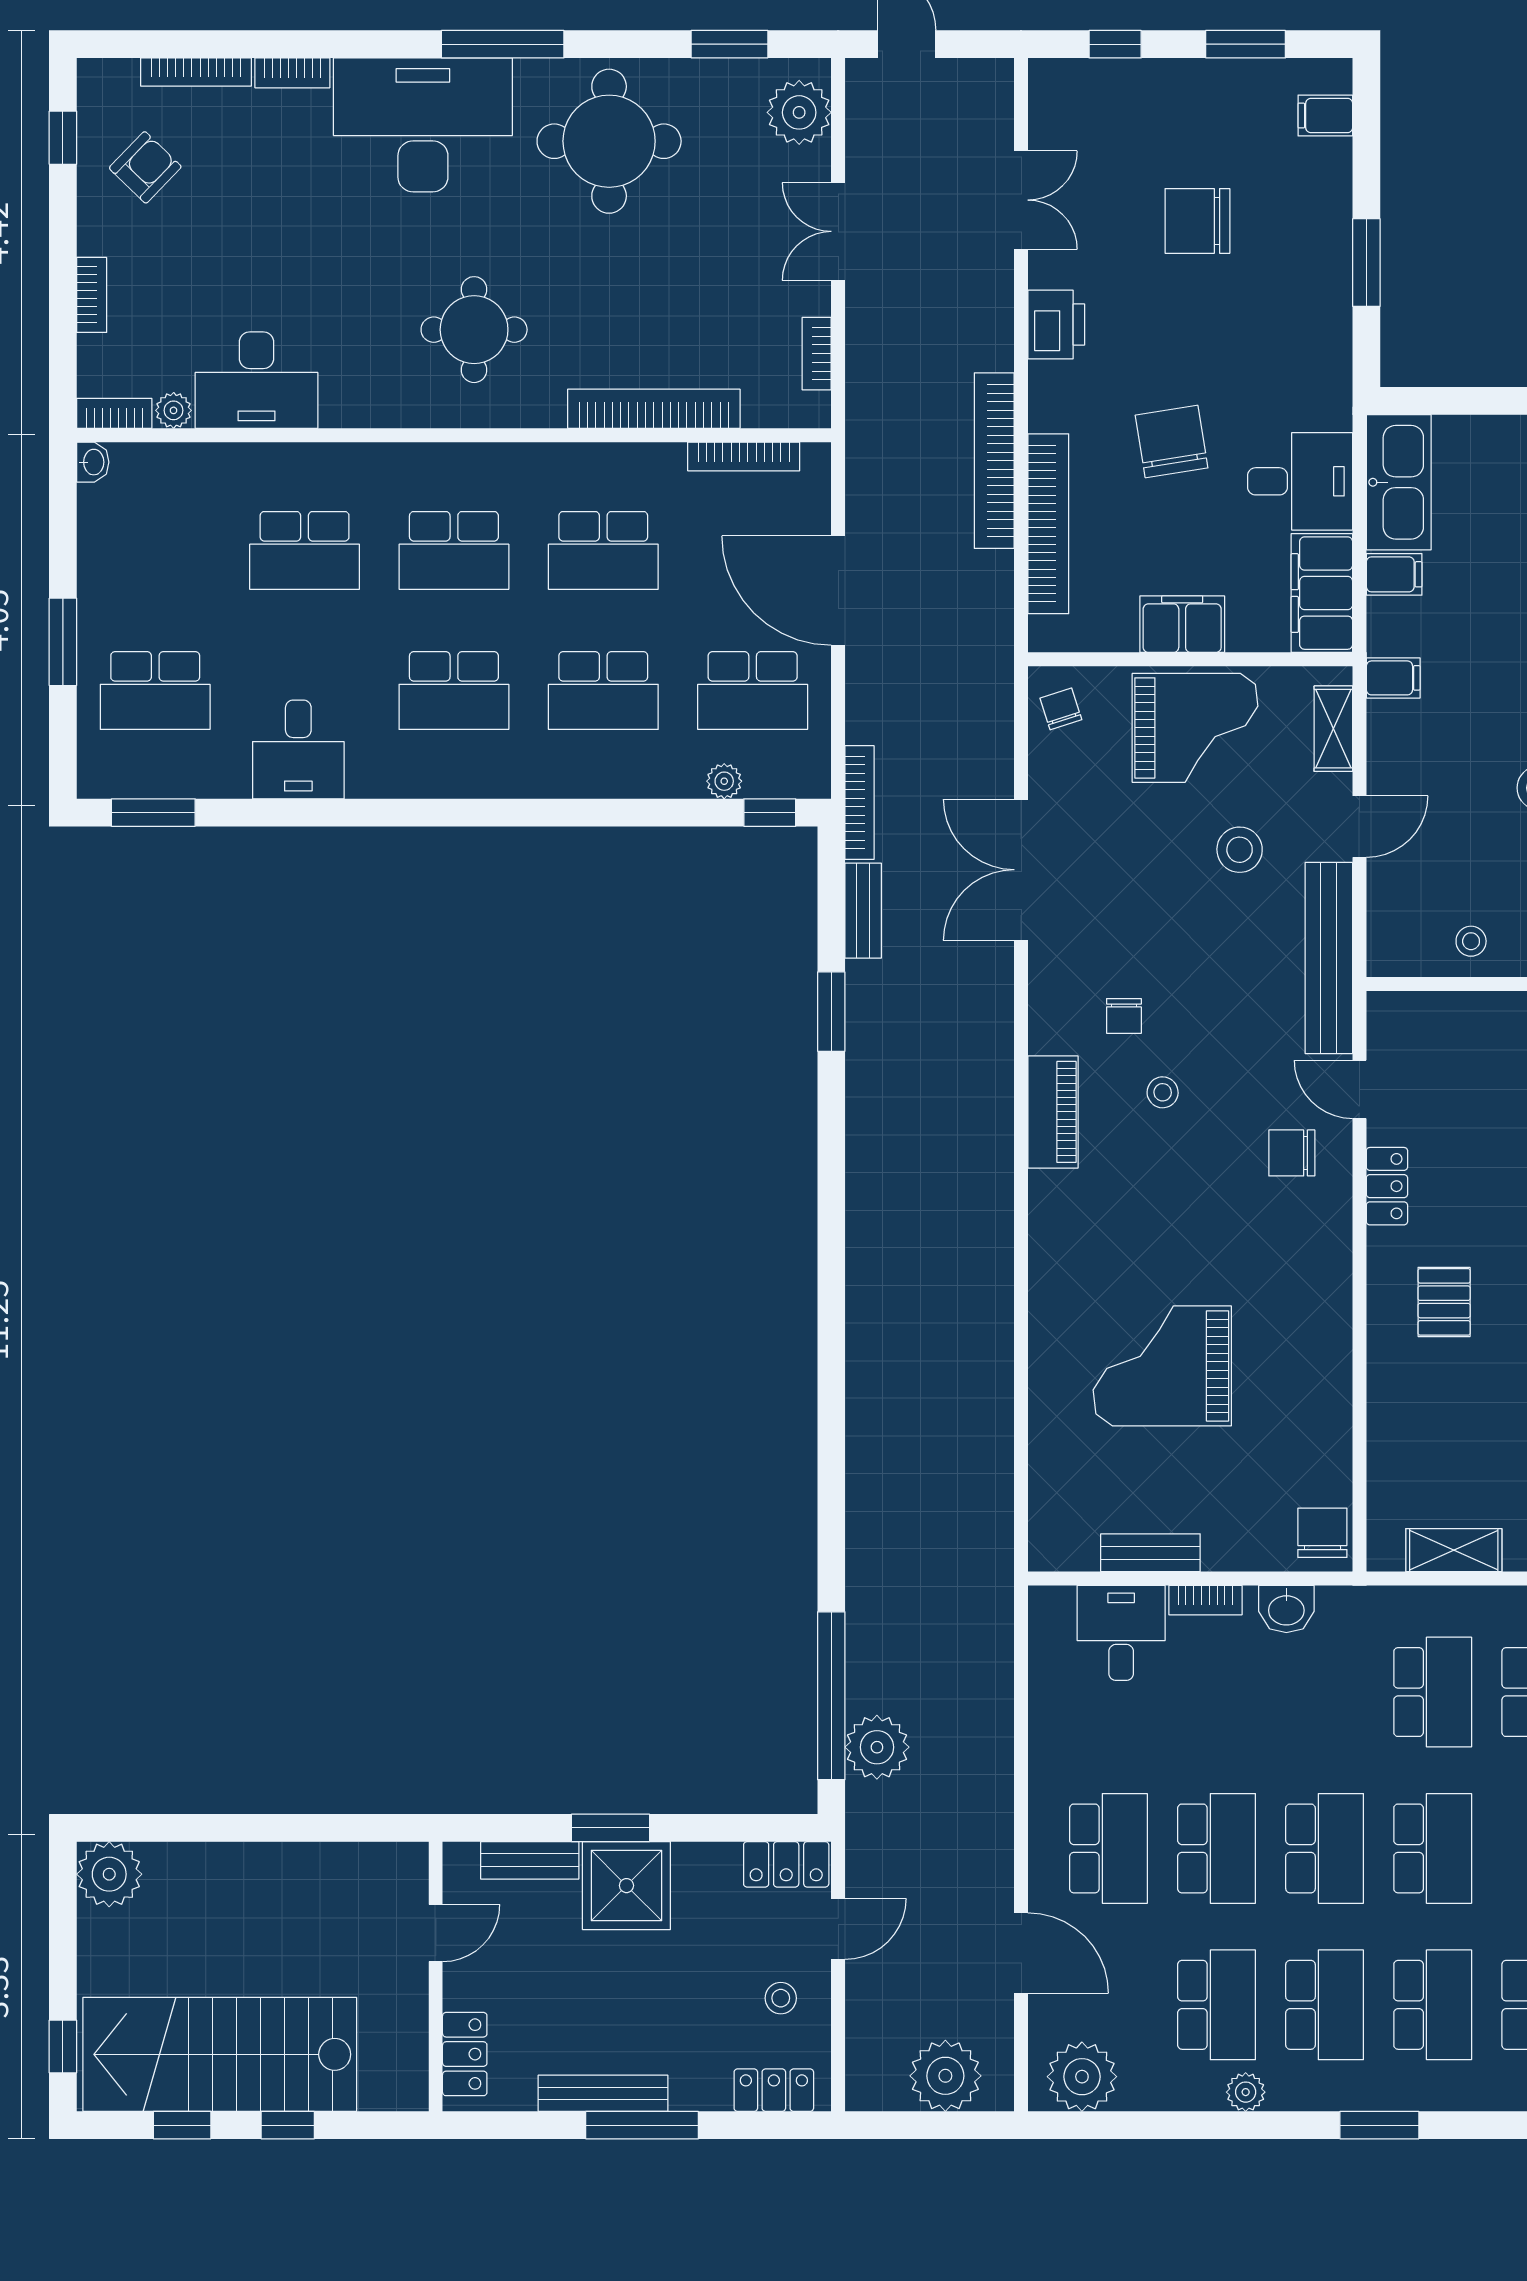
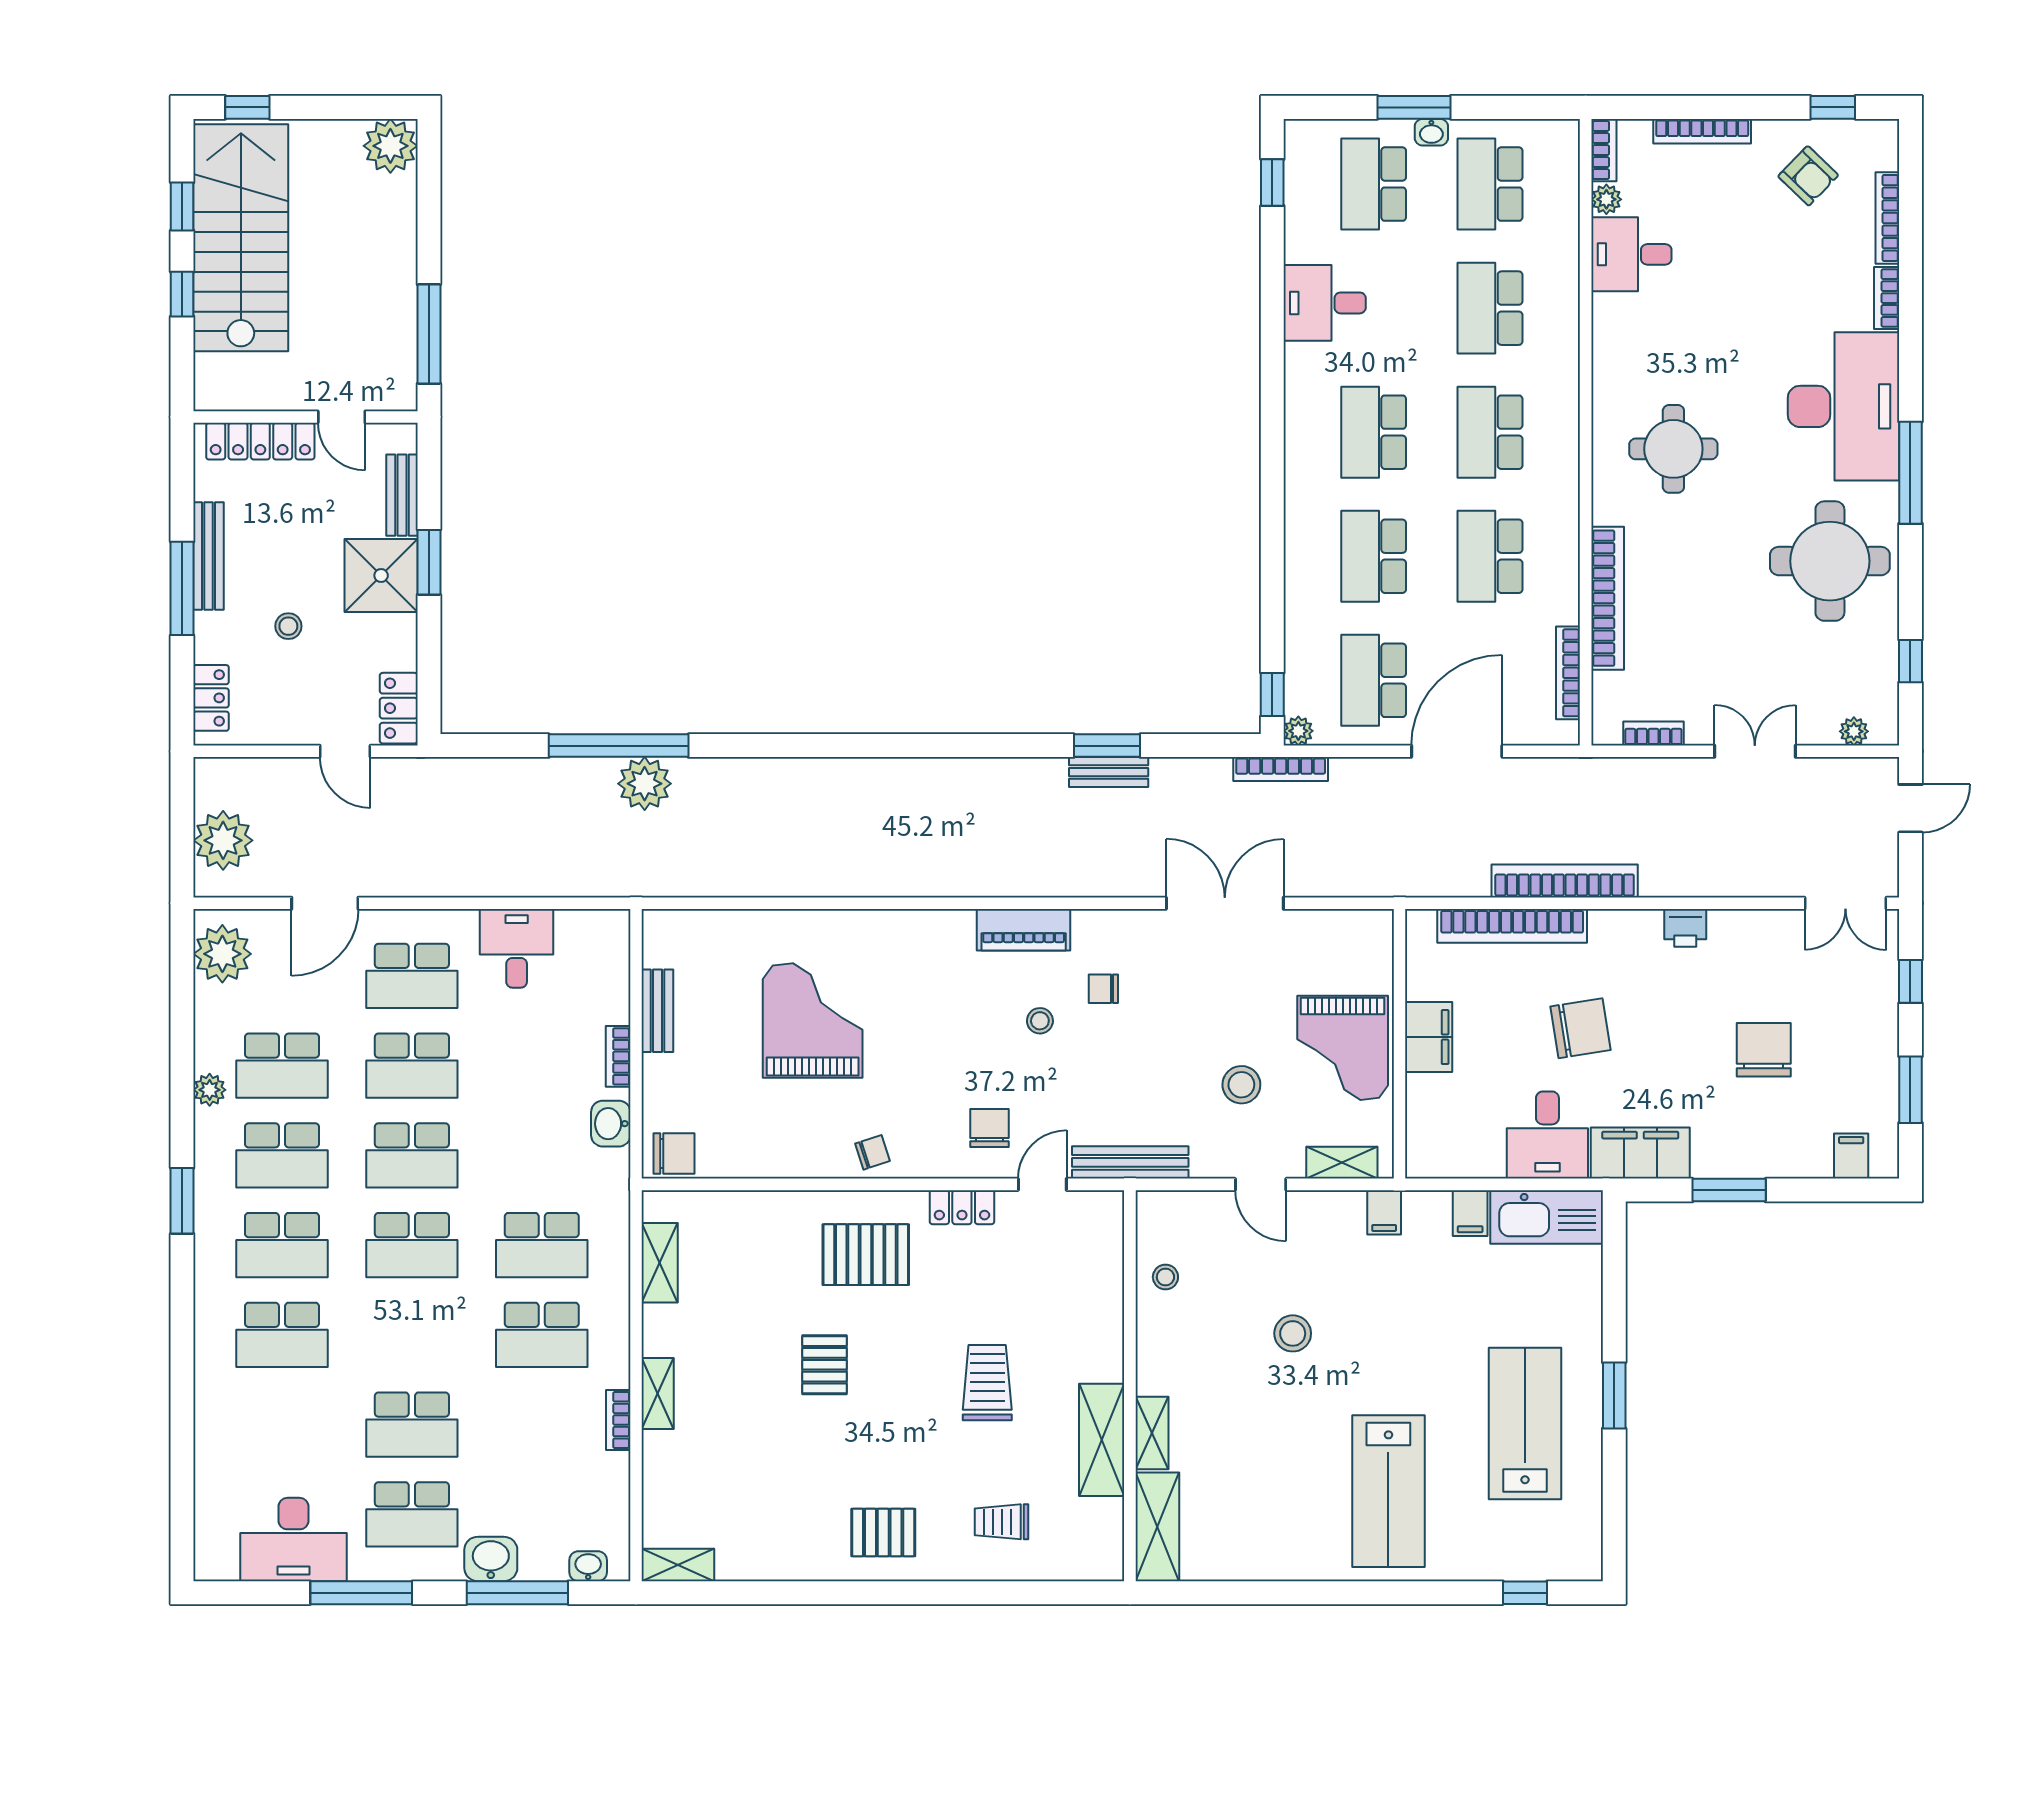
window: (729, 44) -> (1910, 661), width x0.67
plant: (799, 112) -> (1854, 731), width x0.53, depth x0.53
double door: (1021, 200) -> (1845, 903), moved
bookcase: (92, 295) -> (1702, 131), width x1.56
printer: (1056, 324) -> (1685, 928), width x0.73, depth x0.81
desk: (256, 380) -> (1631, 254), width x0.73
washbasin: (93, 462) -> (1431, 132), moved
school desk: (155, 550) -> (1490, 184), added
filing cabinet: (1322, 593) -> (1640, 1153), moved
chair: (1061, 709) -> (873, 1152), moved
plant: (724, 781) -> (1298, 731), moved
window: (153, 813) -> (1272, 183), width x0.67
bench: (863, 911) -> (1109, 772), moved
bench: (1329, 958) -> (1130, 1162), width x0.73, depth x0.82
pallet: (1444, 1302) -> (866, 1255), width x1.50, depth x1.42
desk: (1121, 1633) -> (517, 948), moved, turned -90
window: (831, 1696) -> (619, 746), moved
plant: (877, 1747) -> (645, 784), moved
window: (336, 1828) -> (429, 334), added
stool: (781, 1998) -> (288, 626), moved
locker: (465, 2054) -> (260, 441), width x1.53

